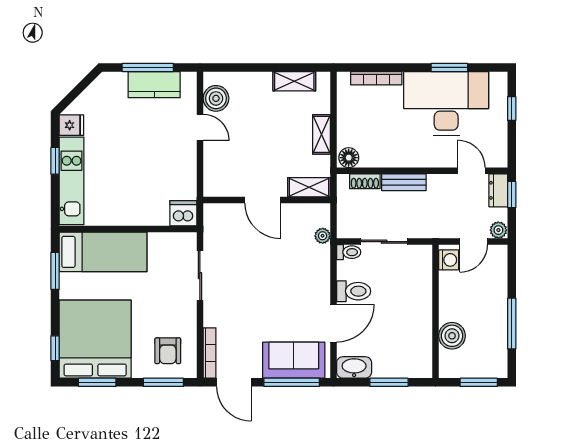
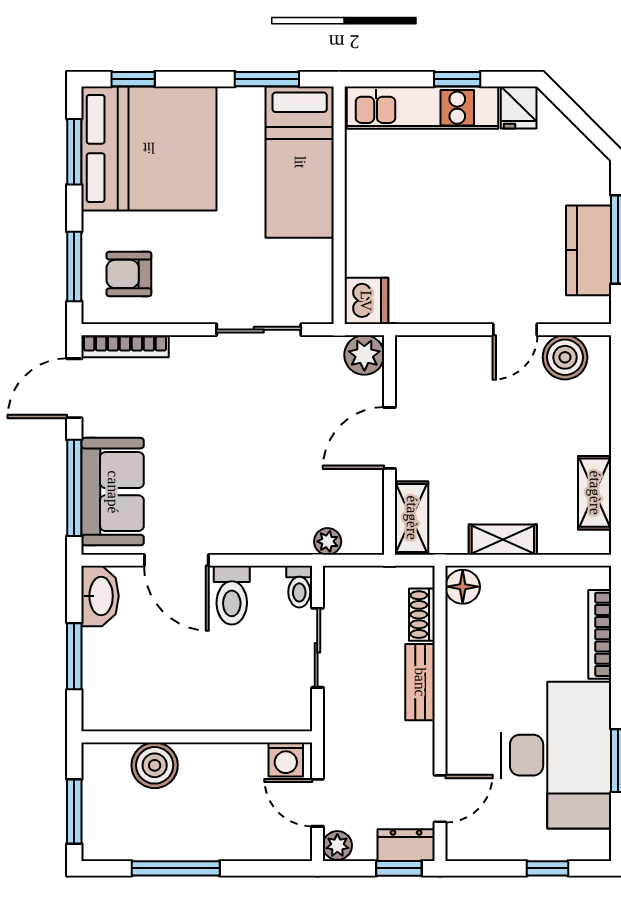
plant: (215, 215) -> (364, 355), added

